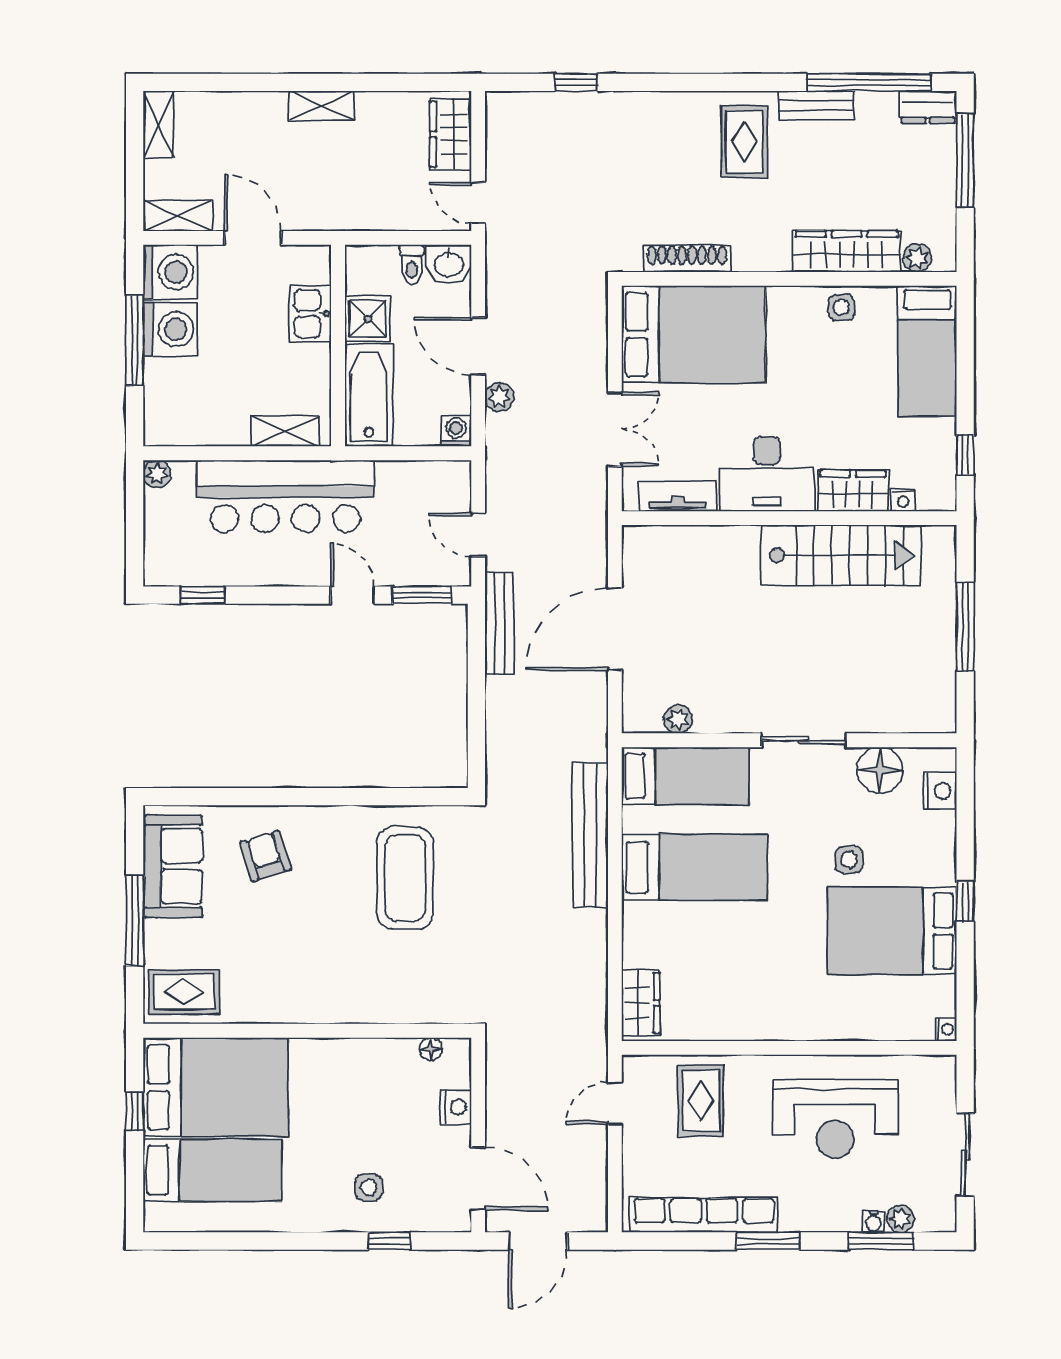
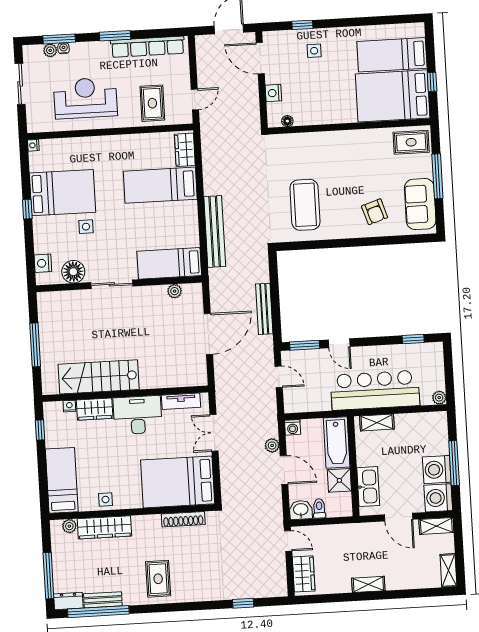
bench: (816, 105) -> (103, 600), moved
kitchen sink: (310, 314) -> (368, 487), width x1.38
bench: (499, 624) -> (264, 309), moved
bed: (695, 867) -> (160, 185), moved

